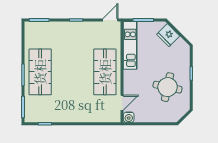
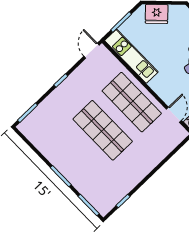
shop shelf: (40, 72) -> (103, 130), moved

